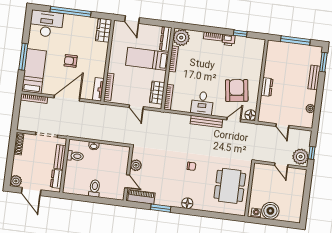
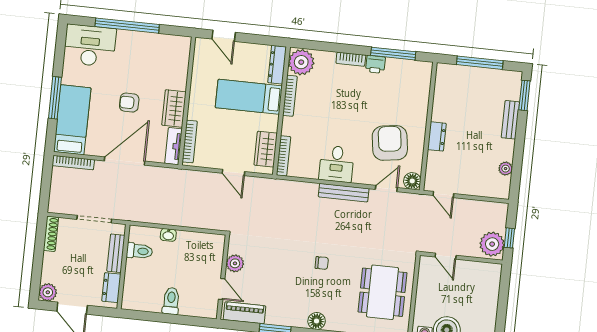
wardrobe: (104, 30) -> (174, 108), moved
window: (240, 33) -> (393, 54), width x2.17
door: (282, 126) -> (443, 194), moved
door: (281, 165) -> (446, 256), moved

